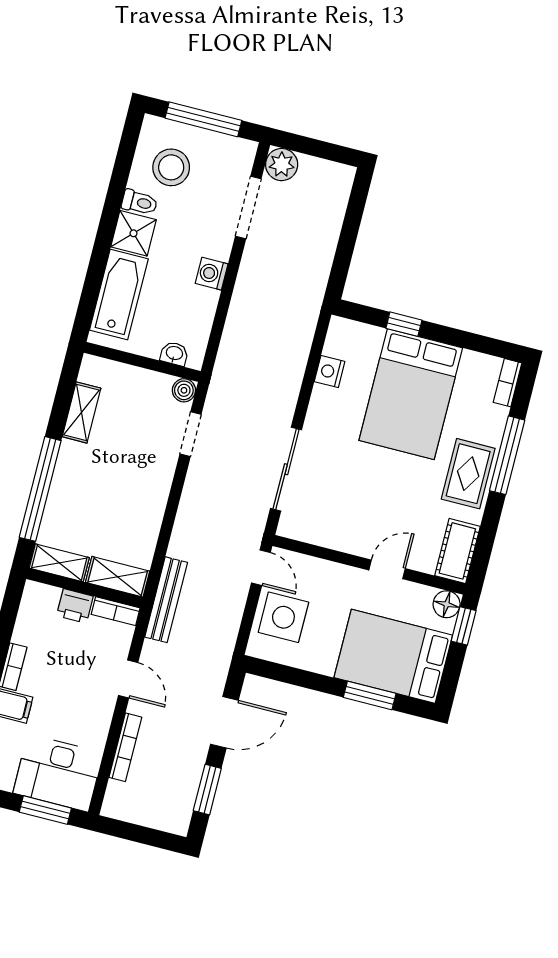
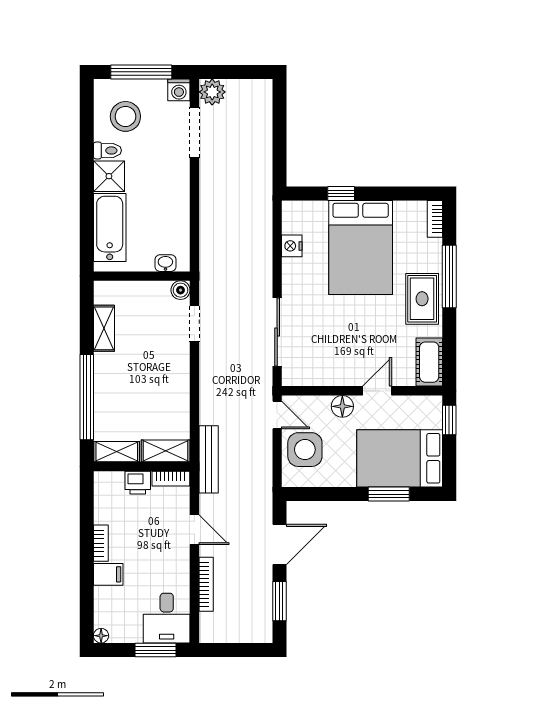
washing machine: (212, 274) -> (179, 90), moved, turned -90
floor lamp: (447, 604) -> (342, 406), moved
desk: (58, 773) -> (167, 618), width x0.73

